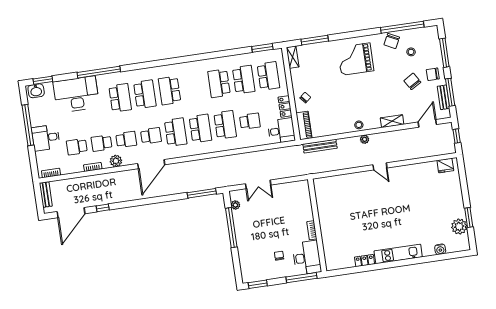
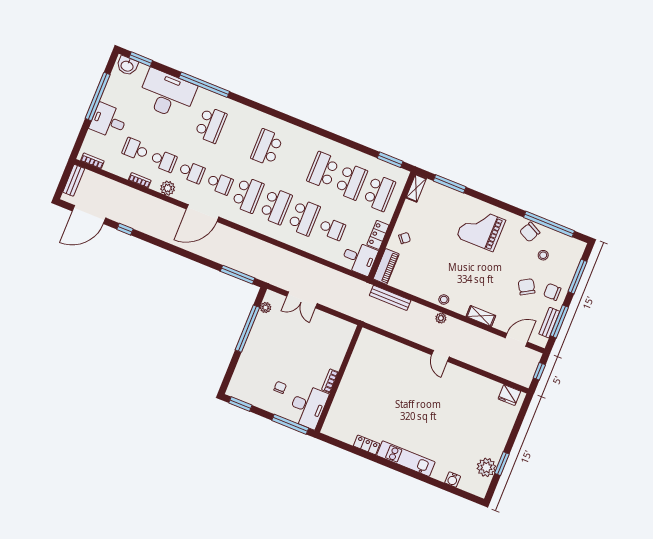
school desk: (145, 94) -> (239, 136), removed
school desk: (102, 143) -> (164, 161), turned 180

